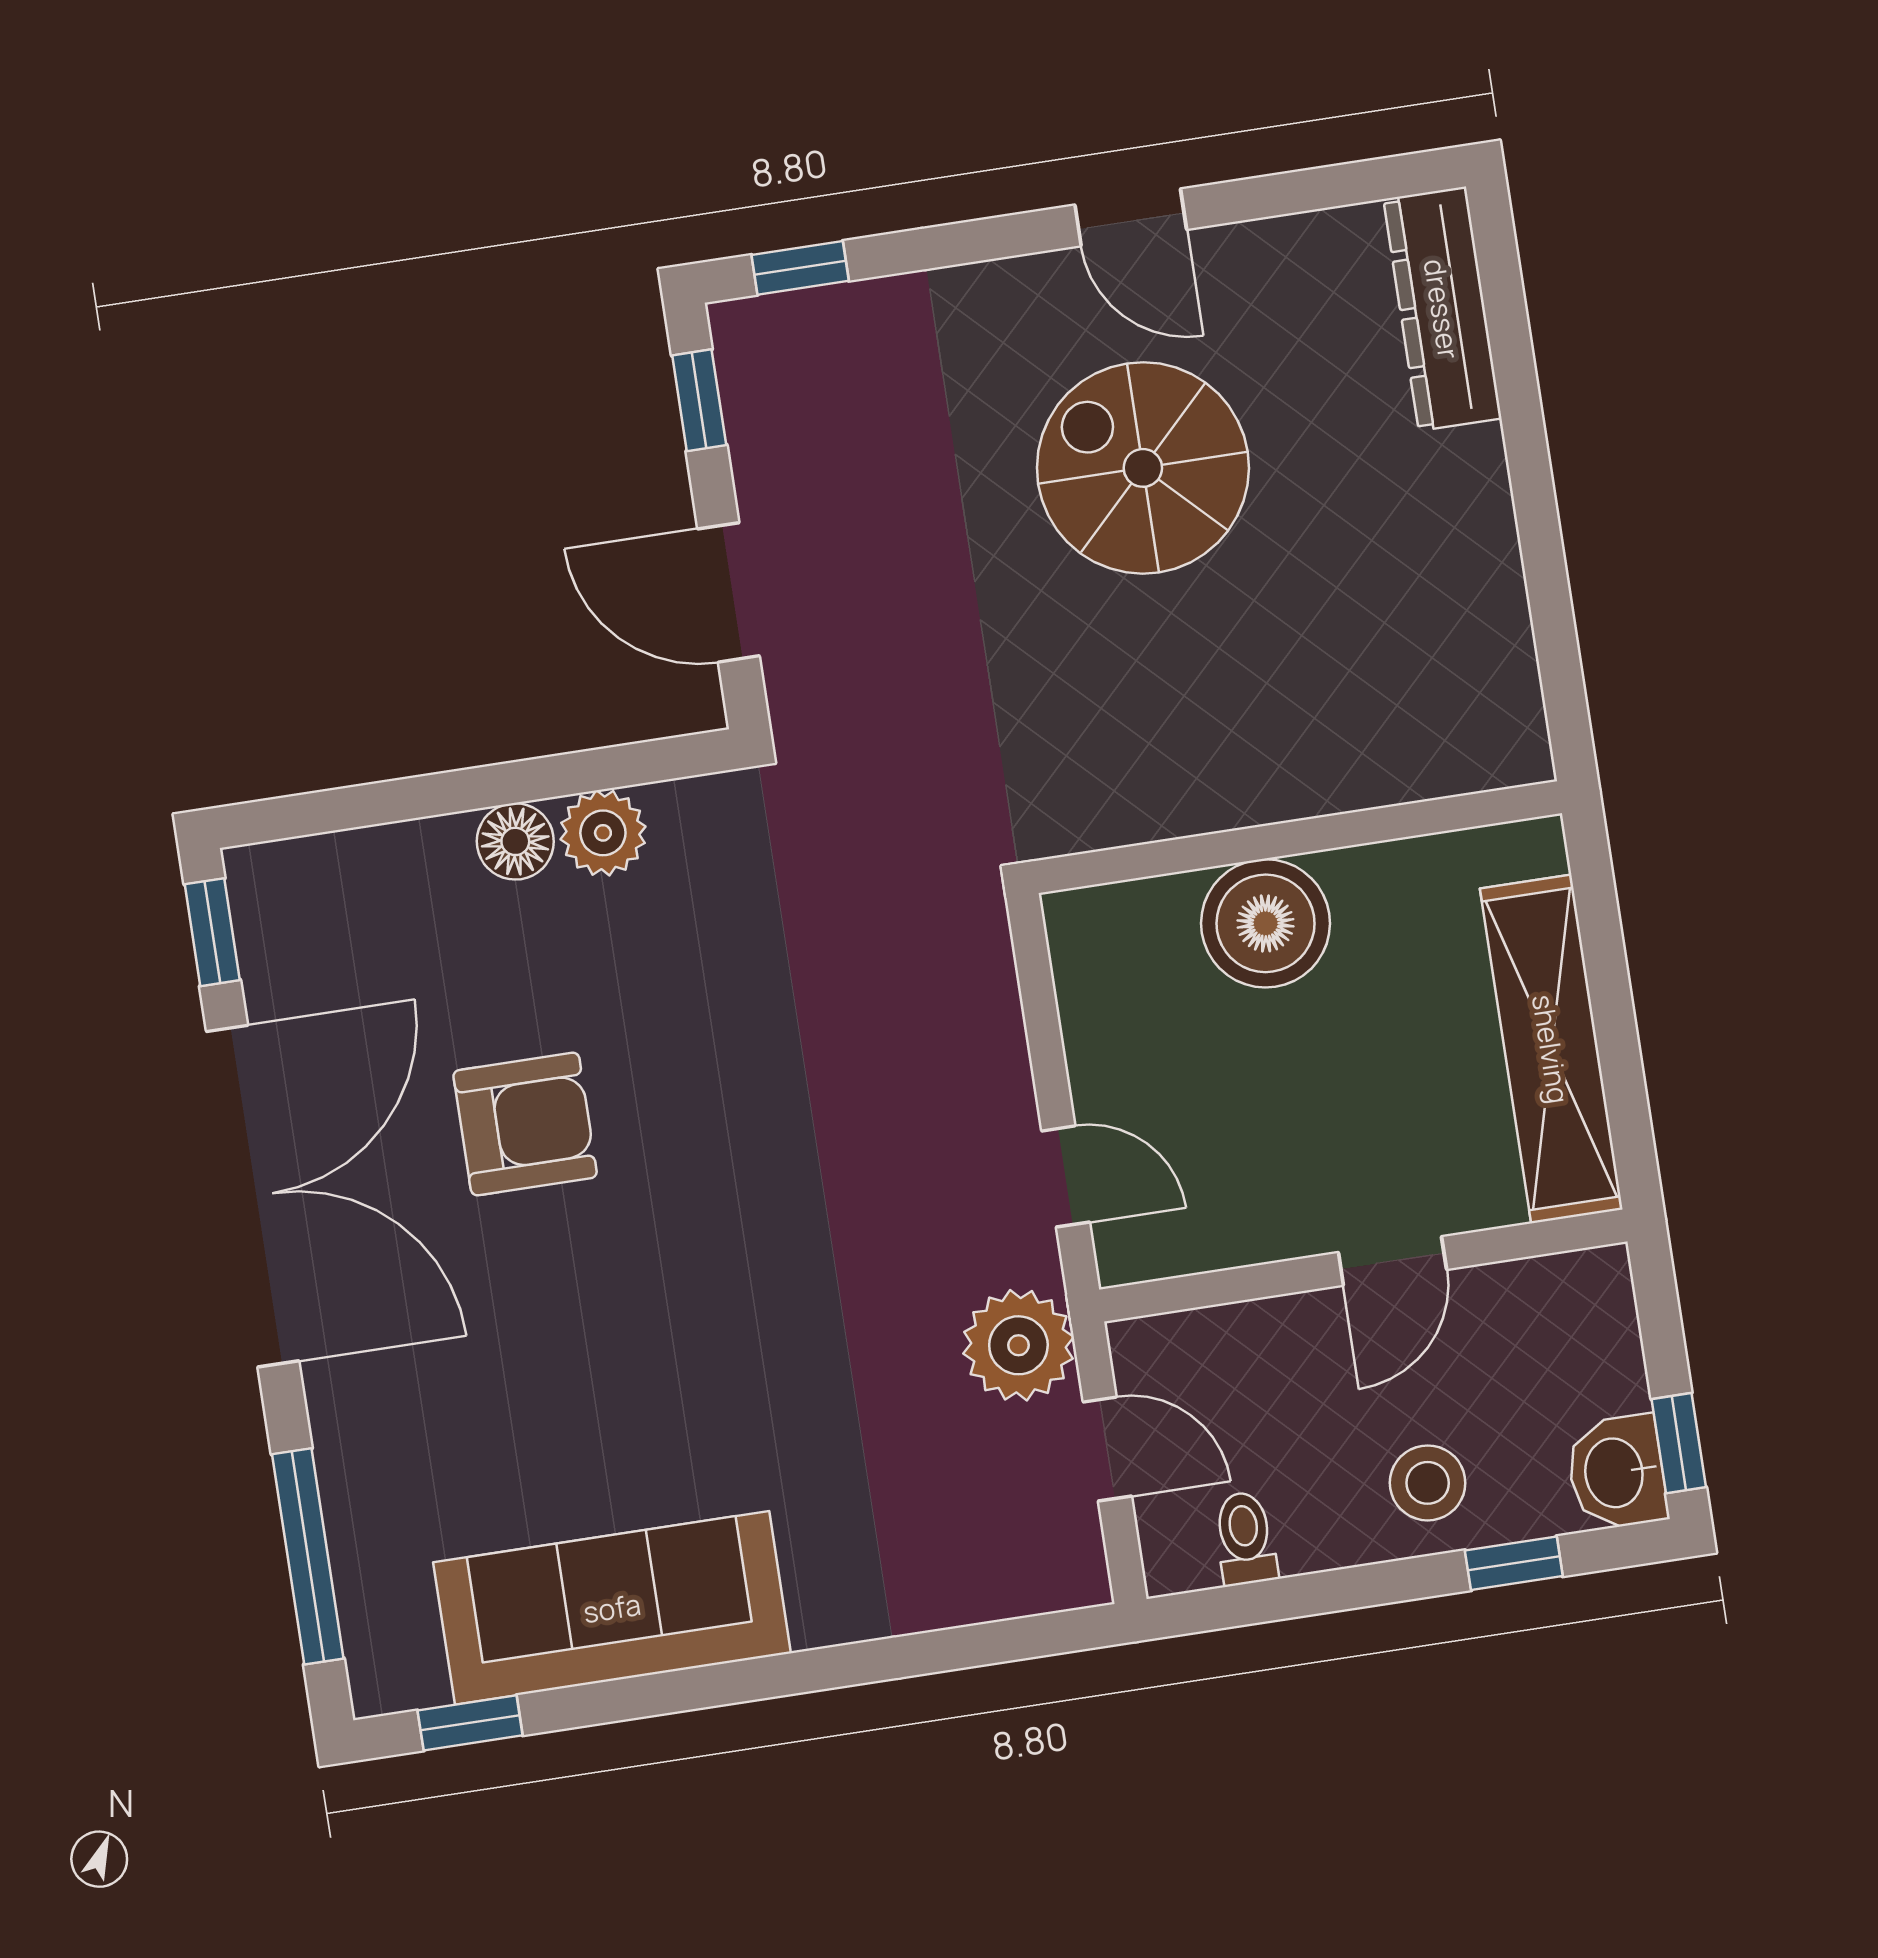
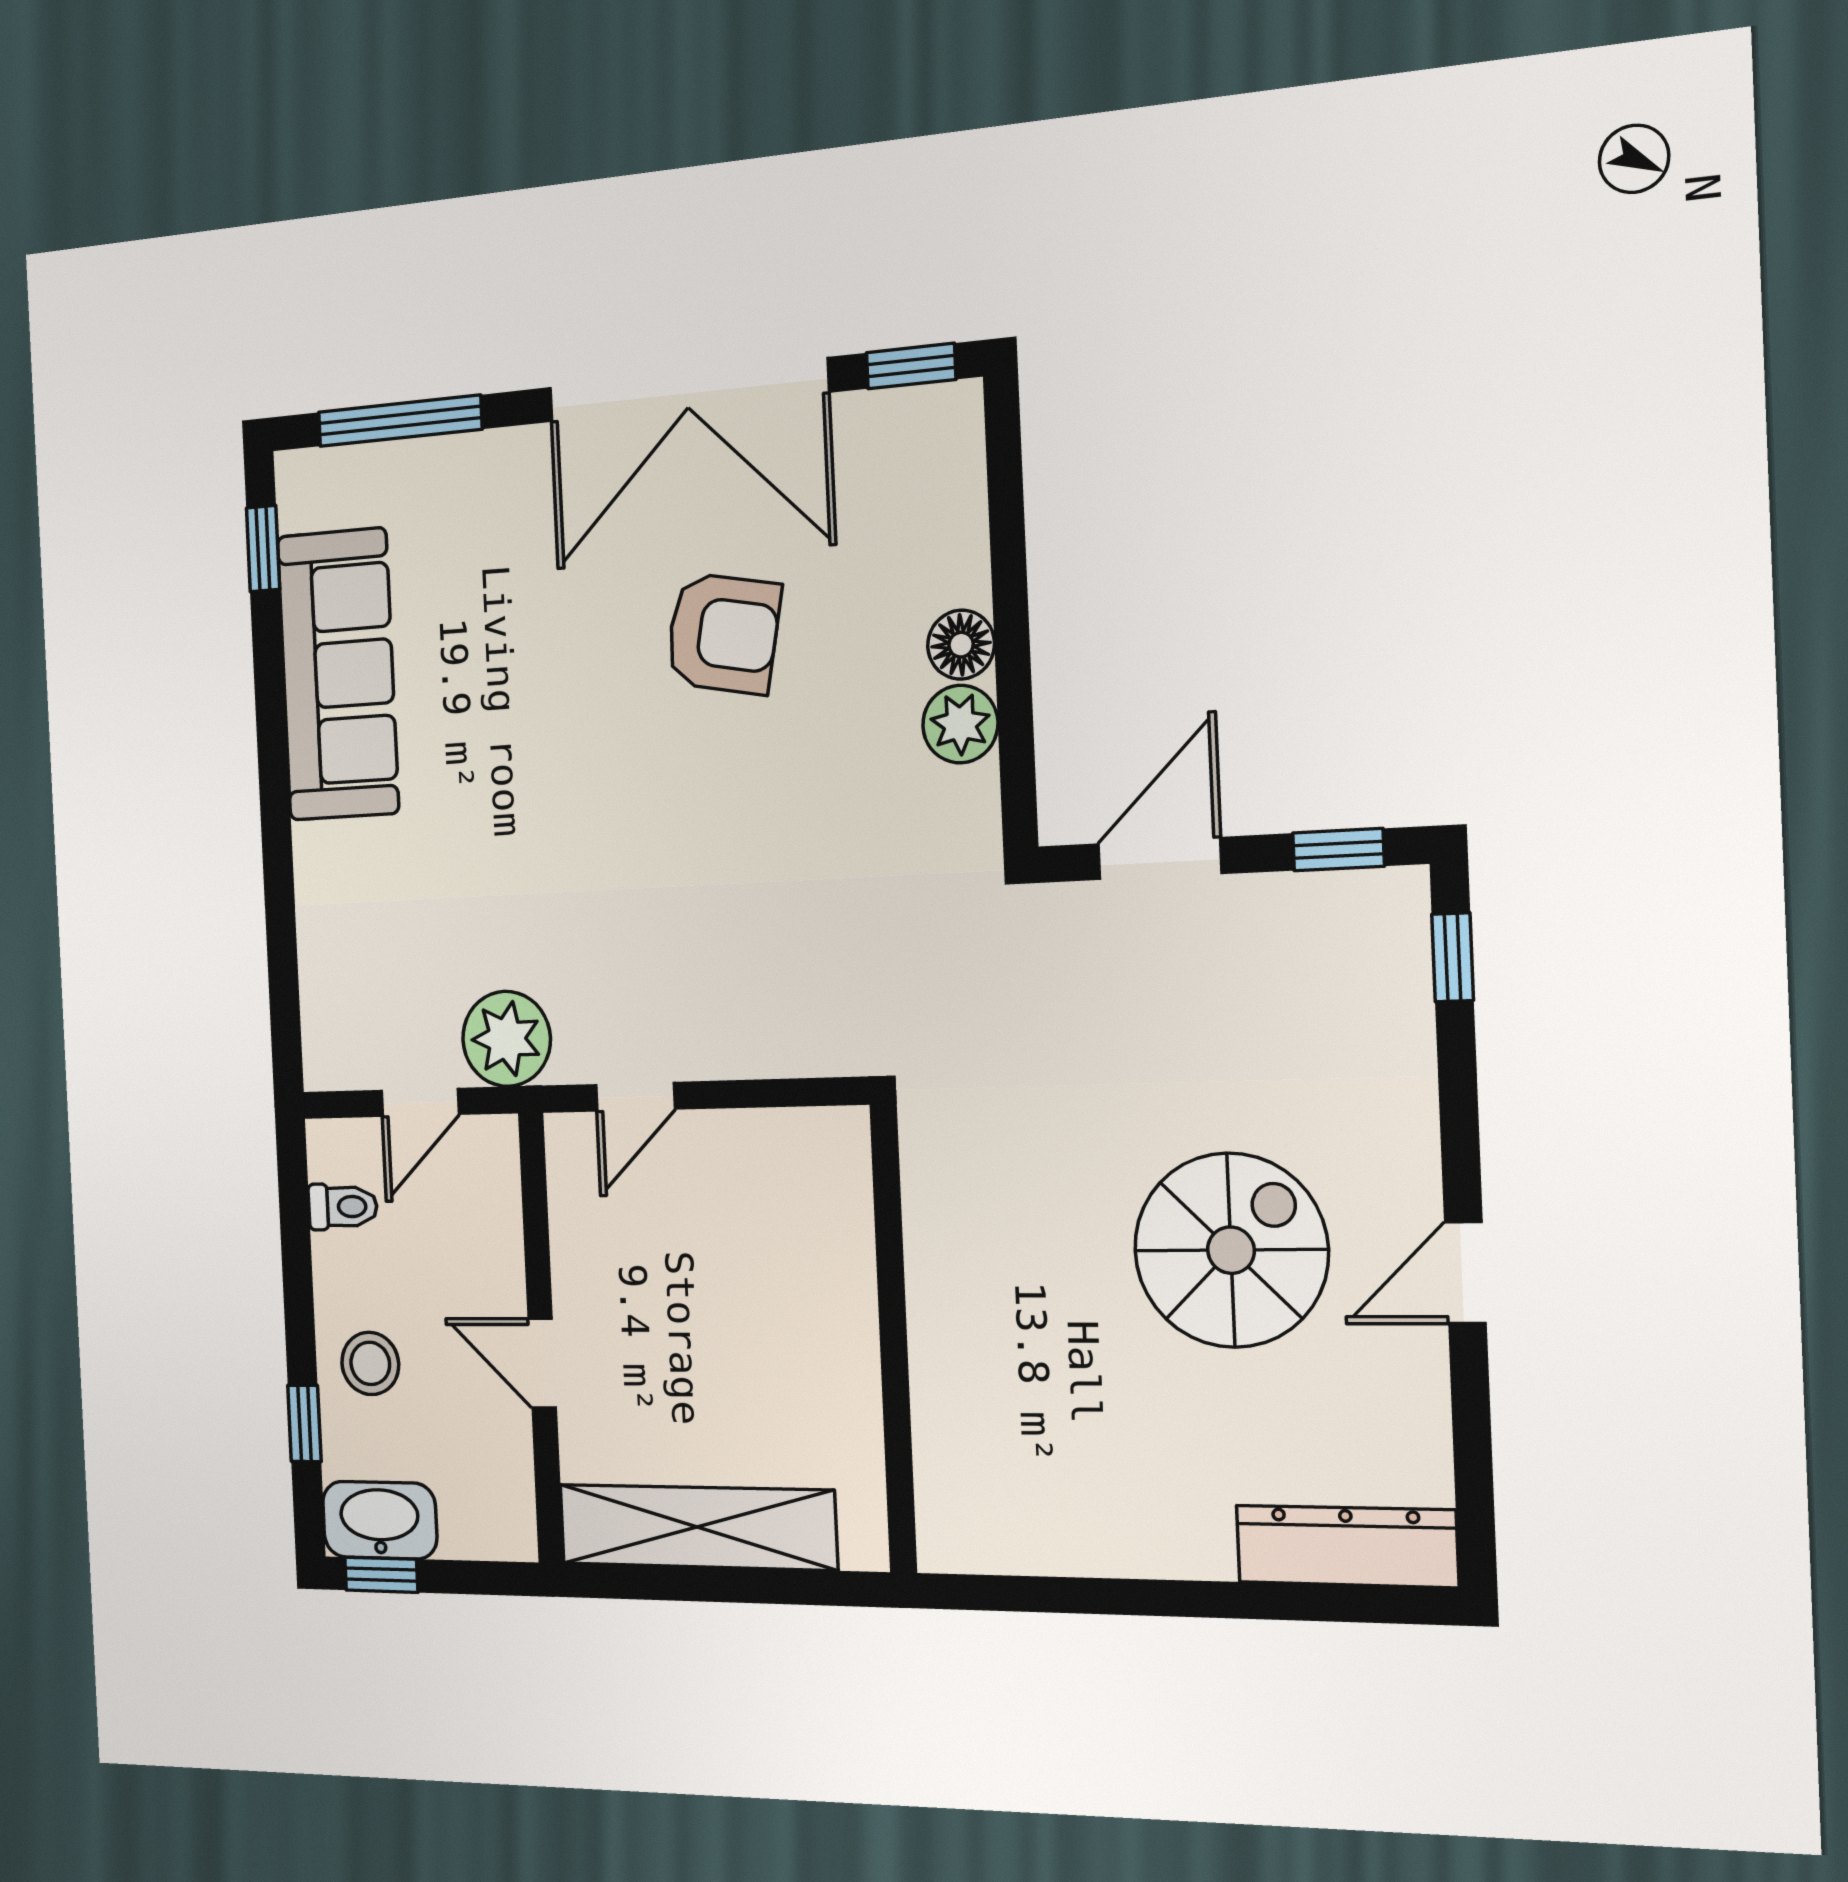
boiler: (1266, 923) -> (824, 1299), removed
armchair: (525, 1124) -> (723, 633), turned -79
washbasin: (1617, 1472) -> (380, 1520), width x1.38

